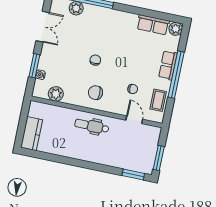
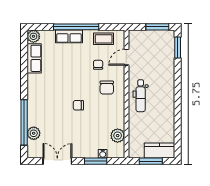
chair: (95, 93) -> (107, 88), moved
window: (23, 122) -> (151, 161), added

